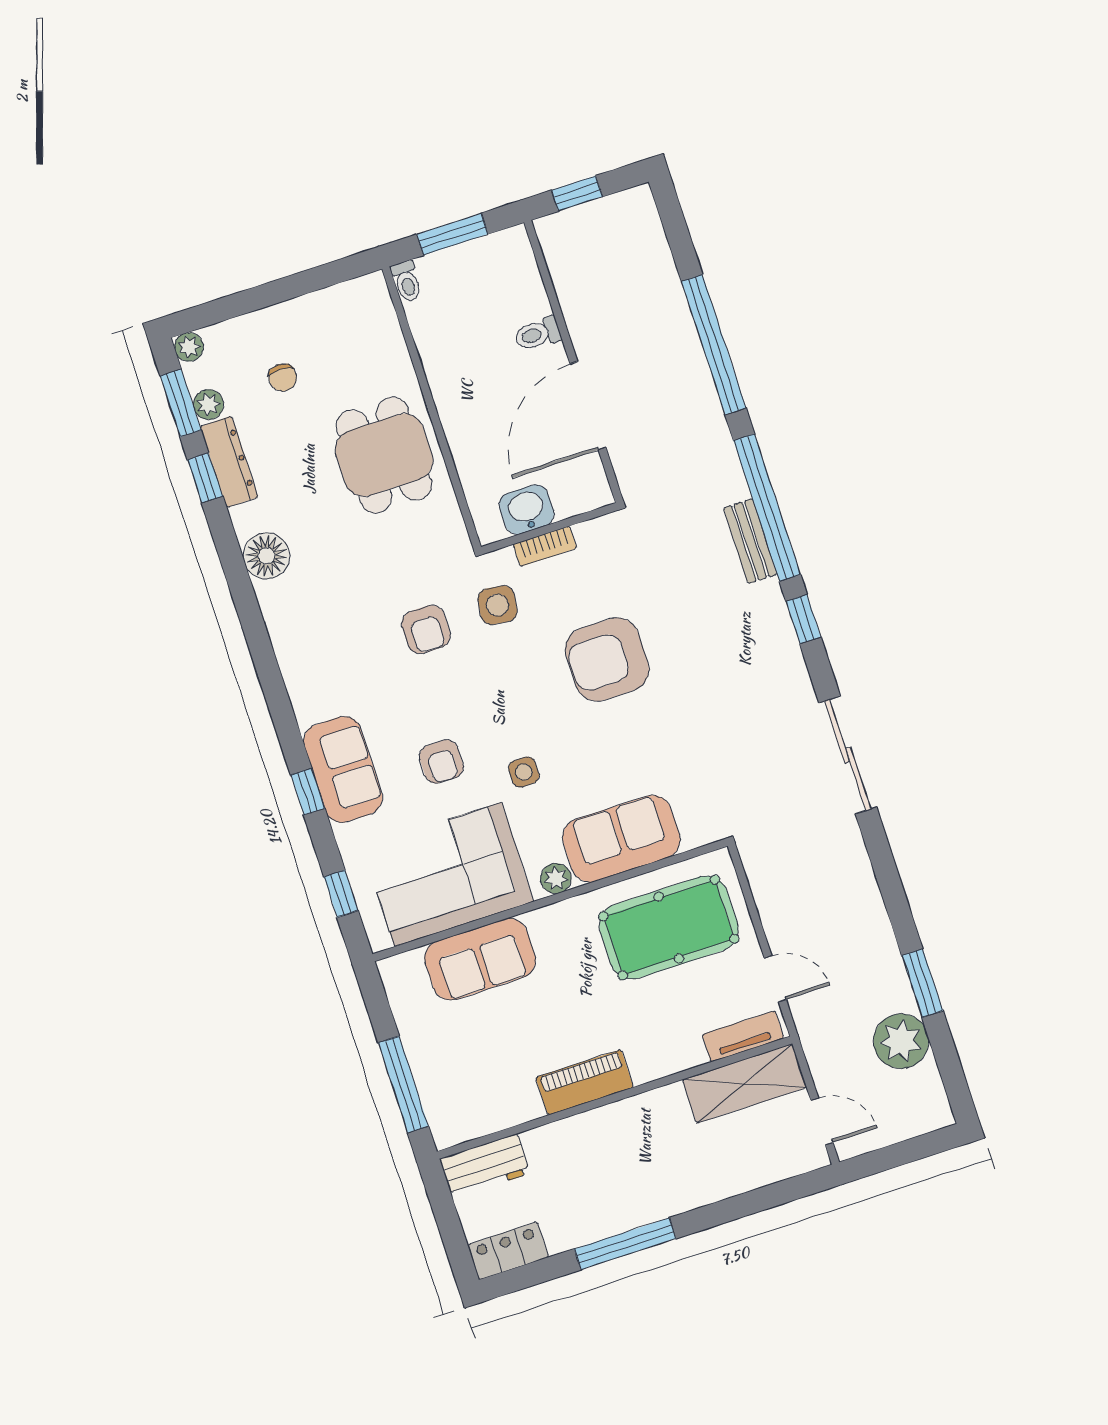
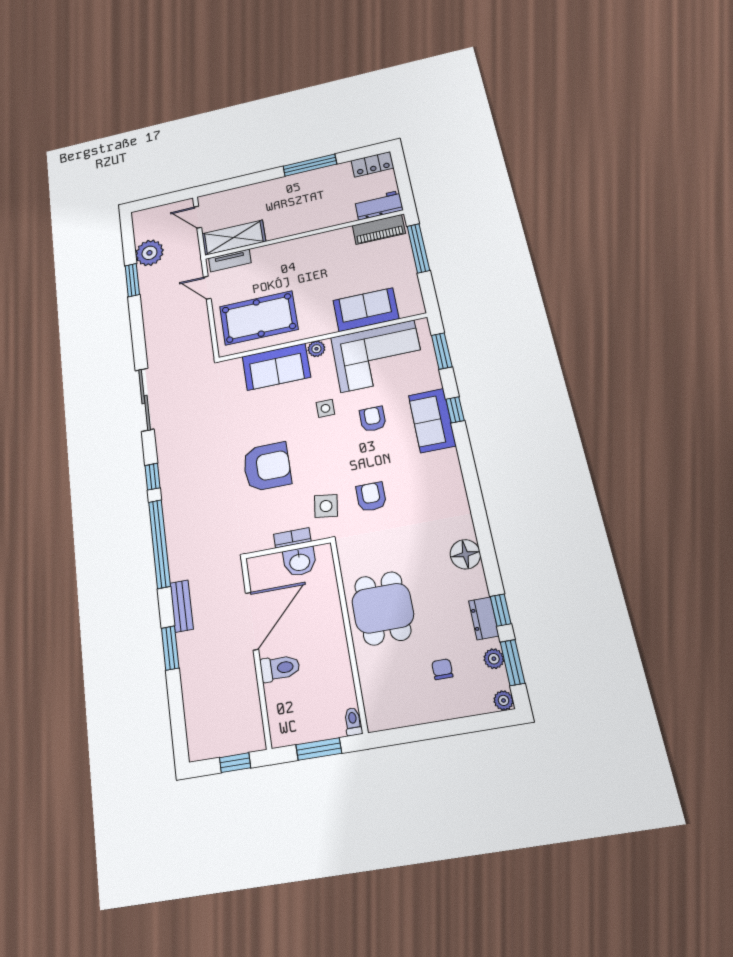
toilet: (538, 334) -> (280, 668), width x1.37, depth x1.39
window: (714, 345) -> (170, 648), width x0.47
dresser: (229, 462) -> (484, 618), width x0.70
bench: (750, 541) -> (182, 606), moved
window: (341, 894) -> (442, 351), width x1.50
piano: (585, 1082) -> (379, 229), moved

